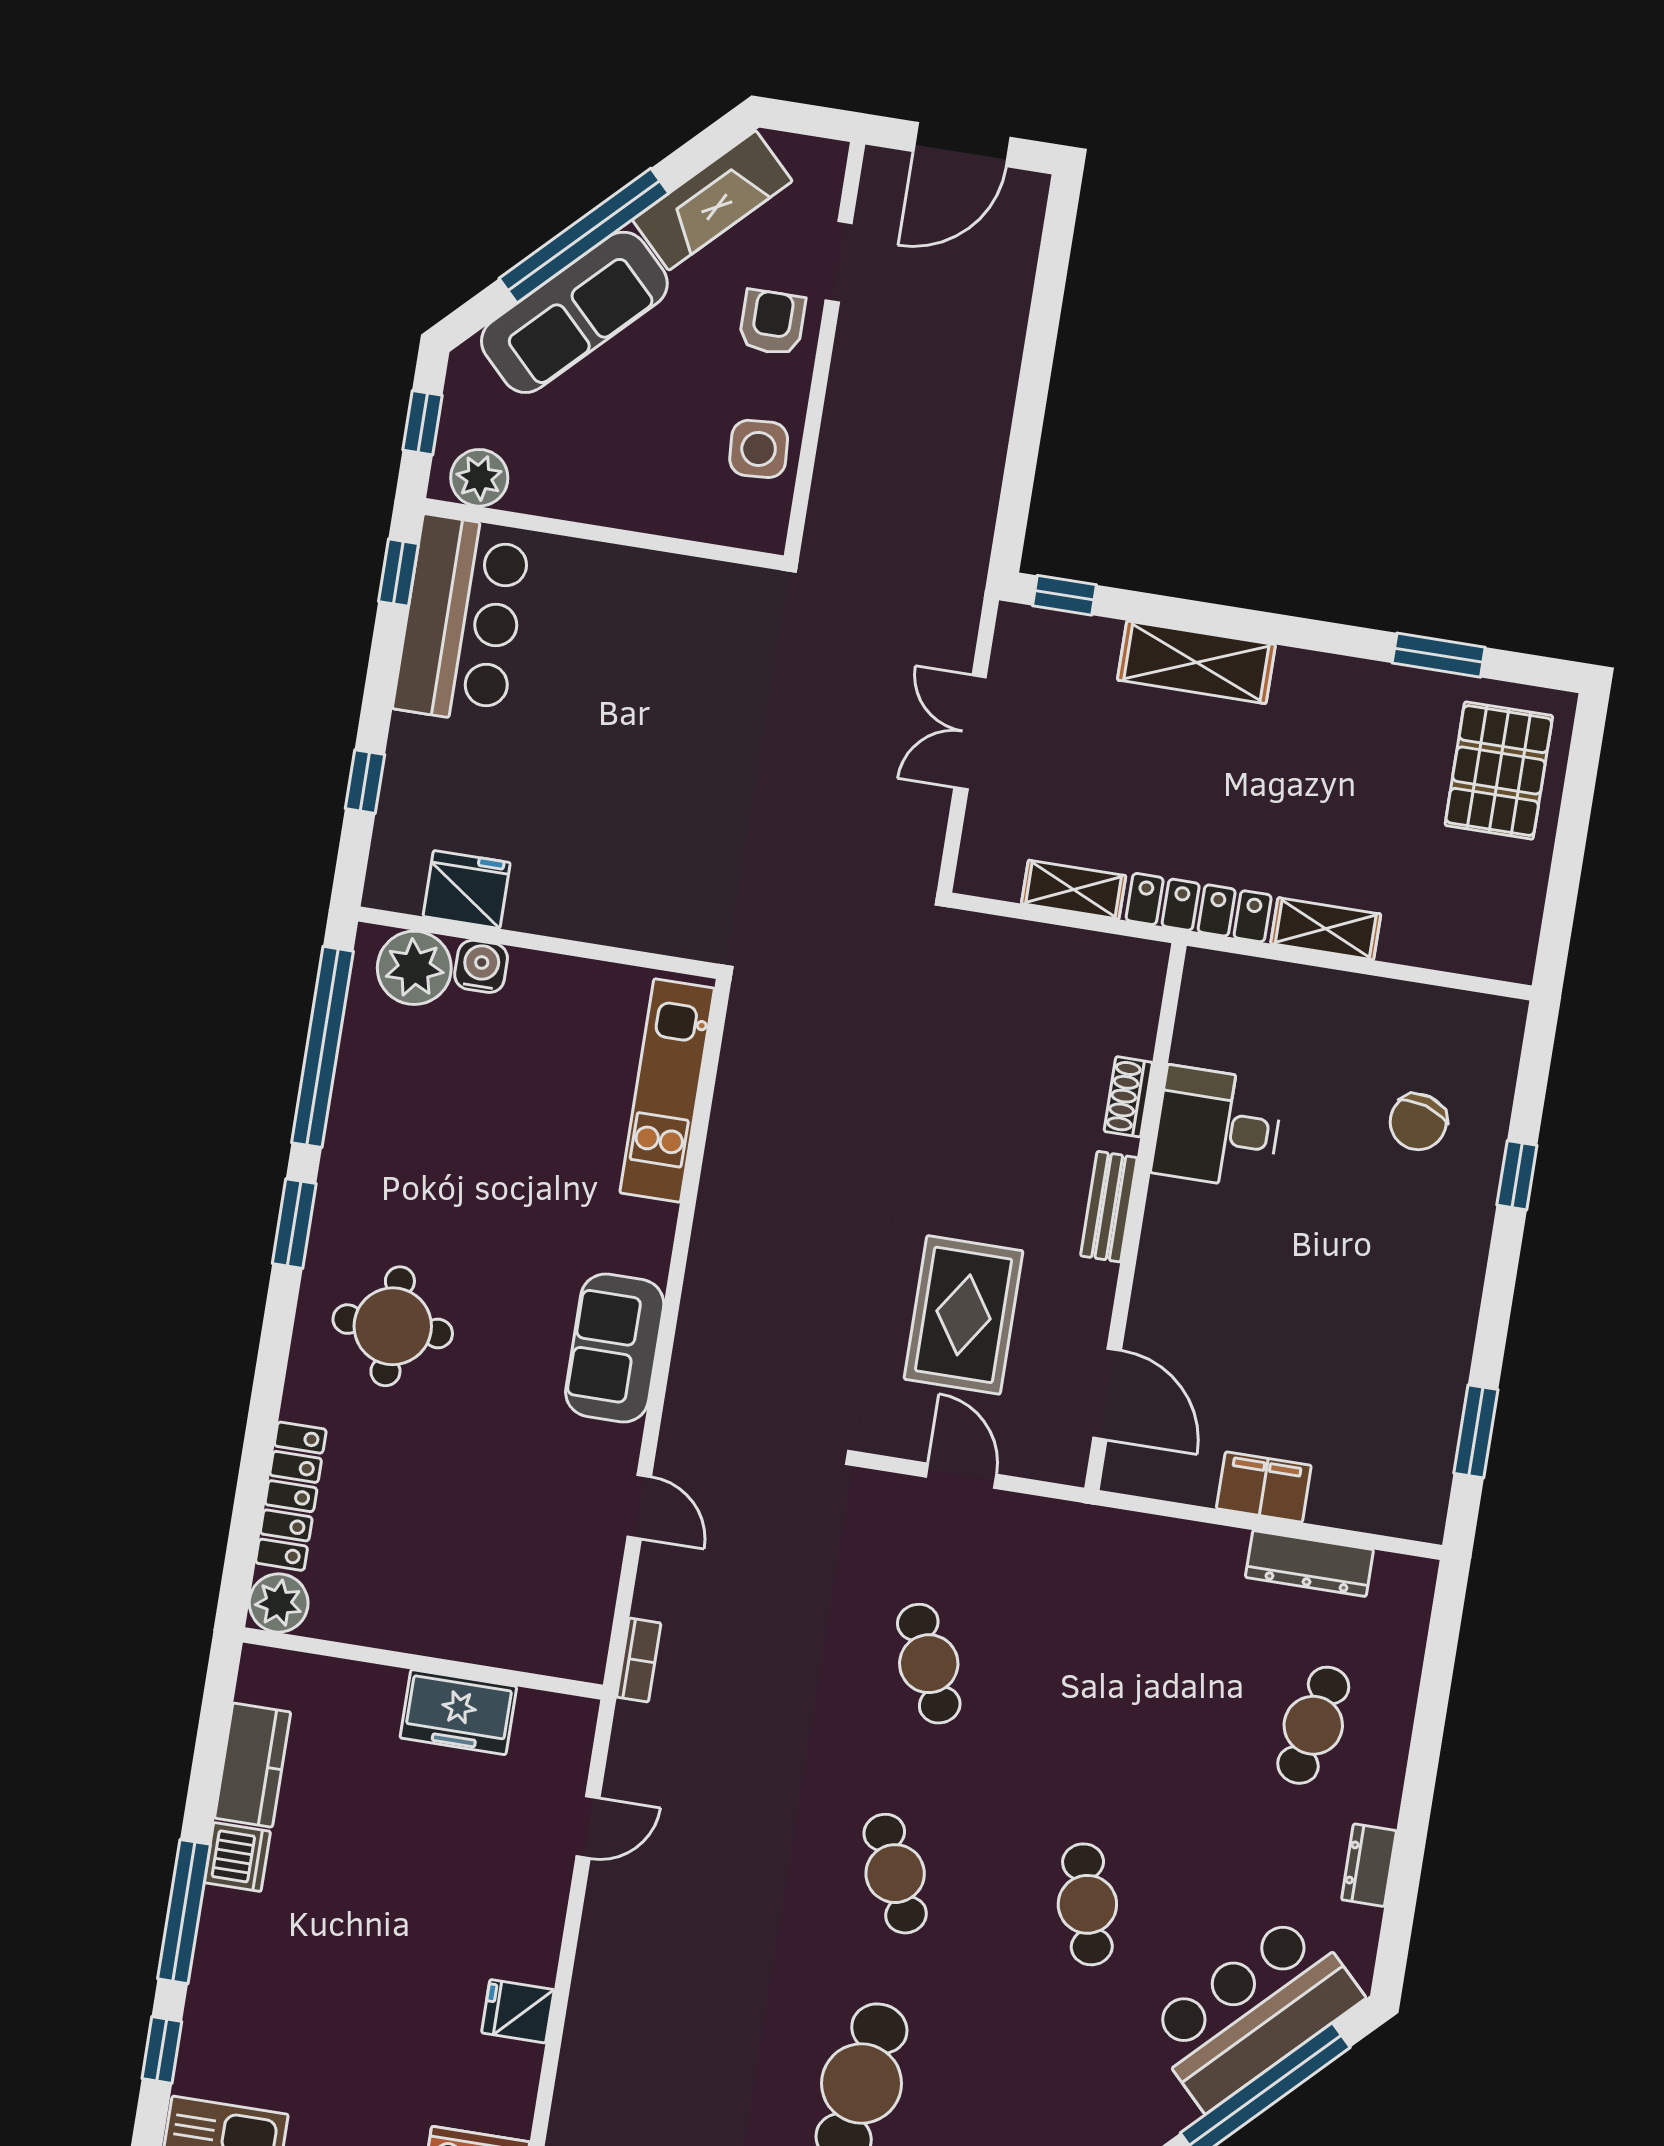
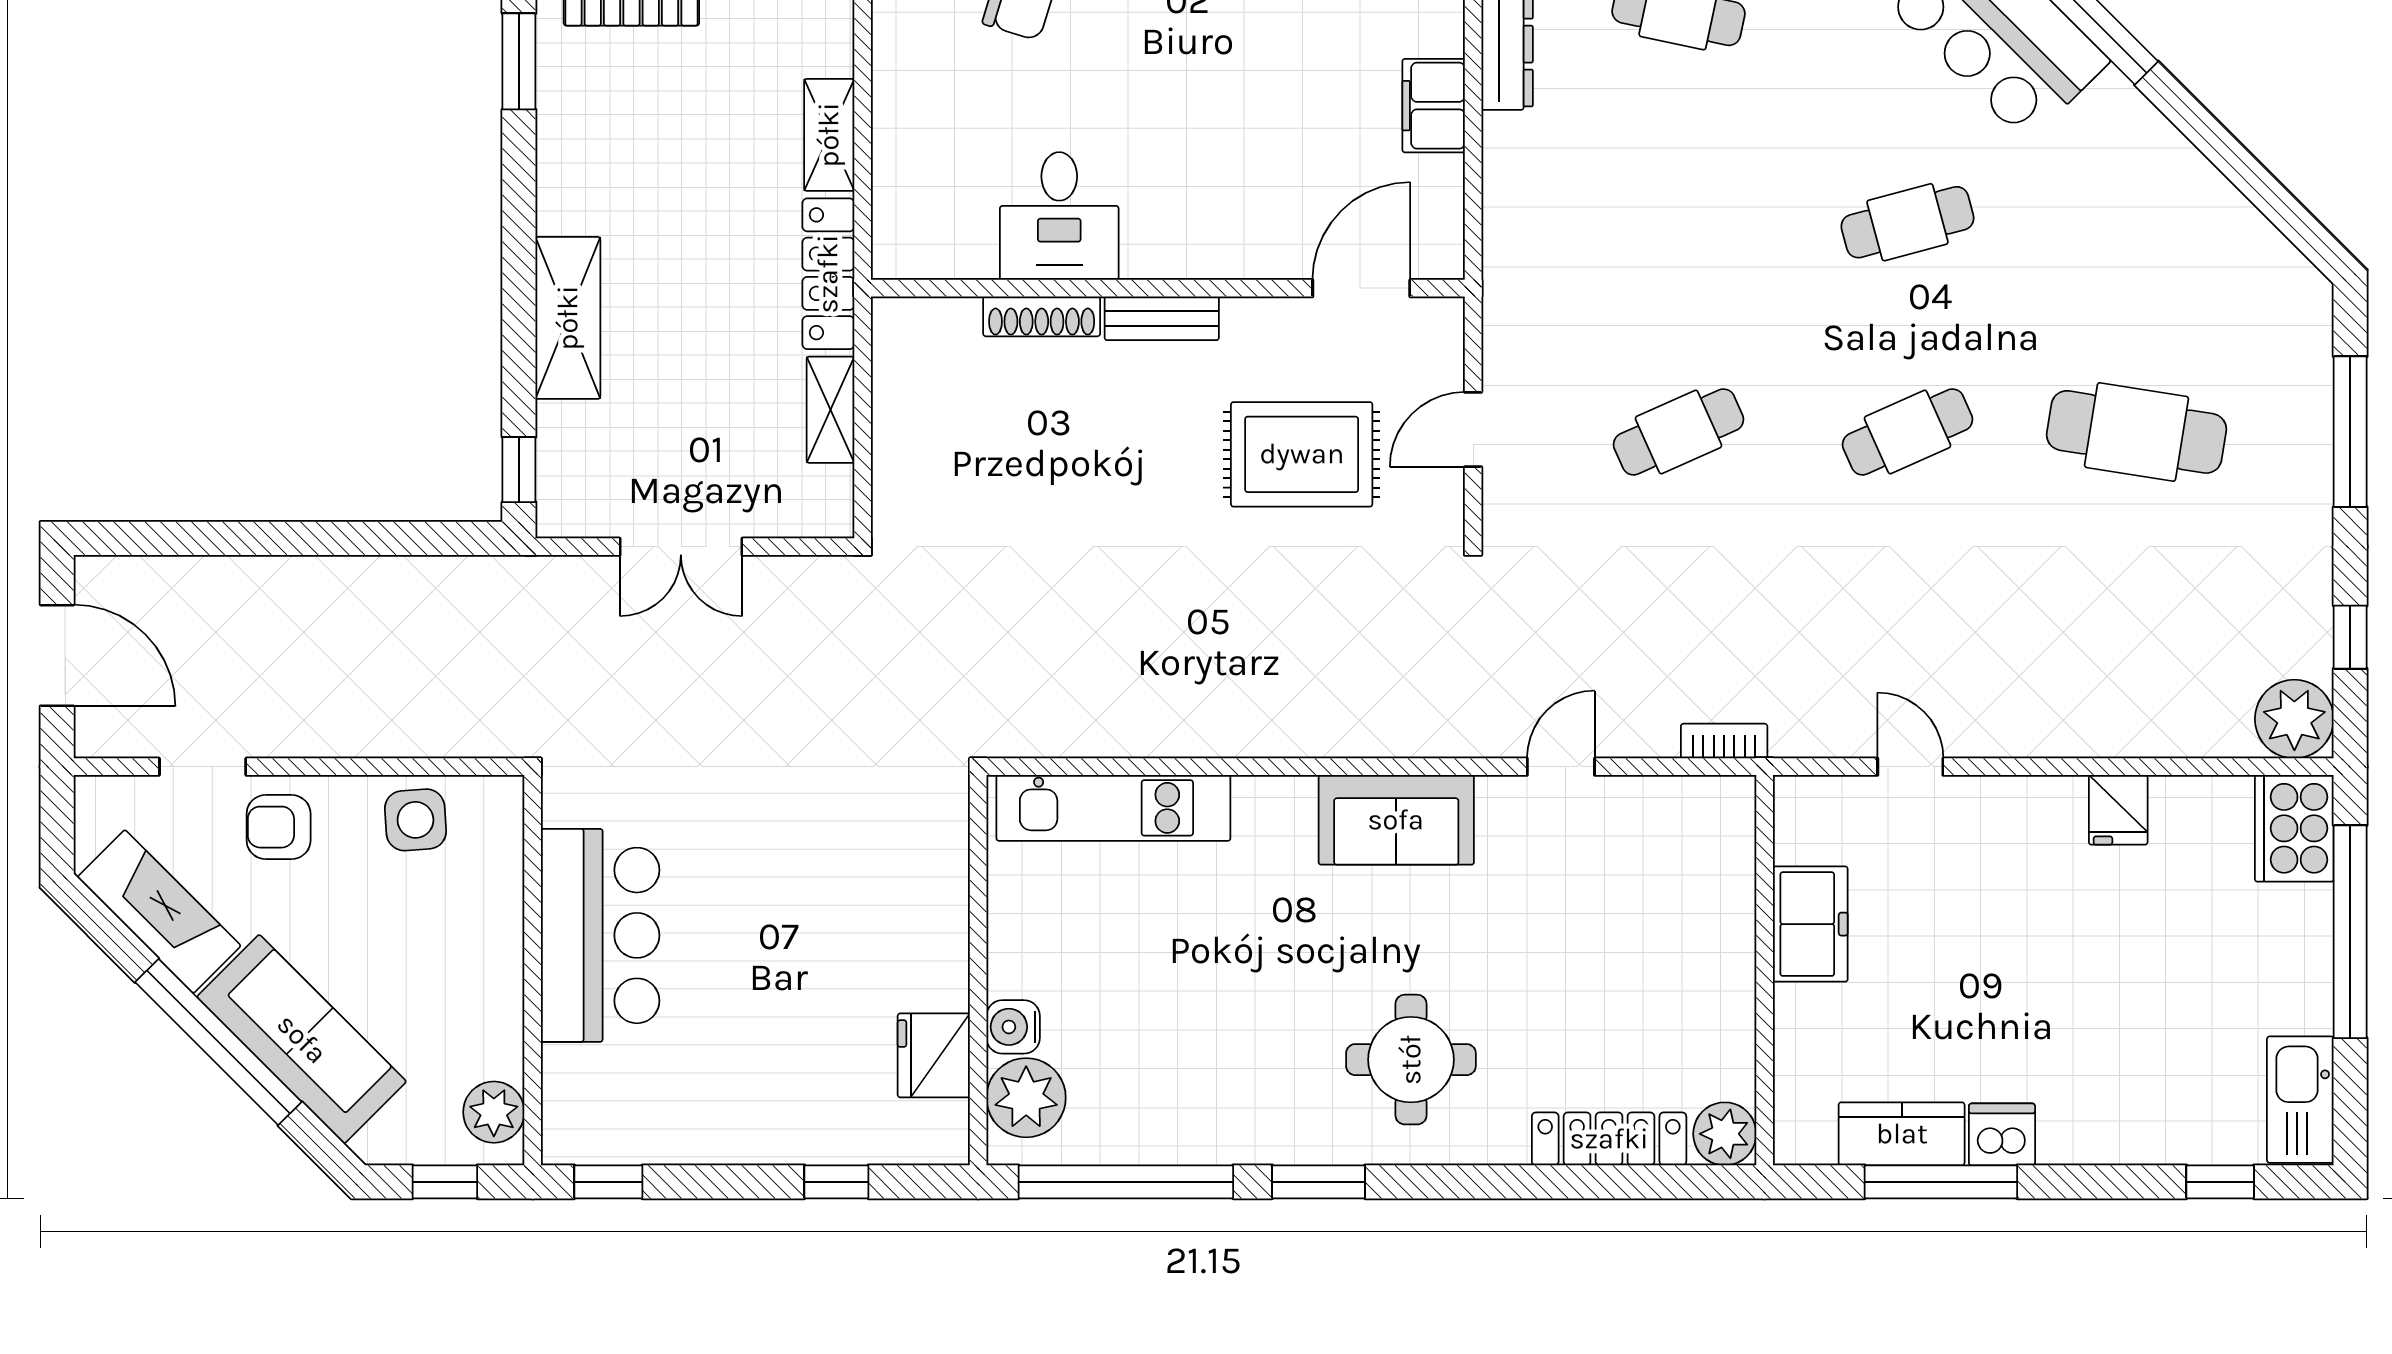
bar counter: (462, 620) -> (600, 935), moved, turned 90
shoe rack: (1128, 1097) -> (1042, 316), width x1.43
window: (184, 1912) -> (1941, 1182), moved

